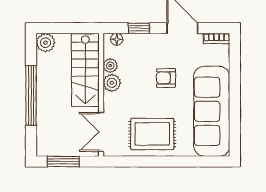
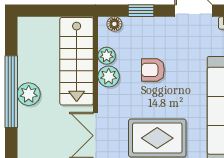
plant: (46, 43) -> (29, 94), moved
armchair: (166, 78) -> (153, 70), moved

